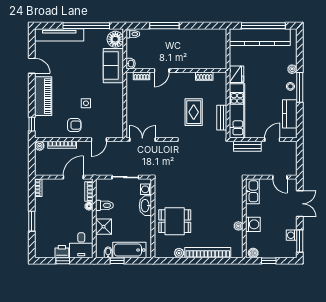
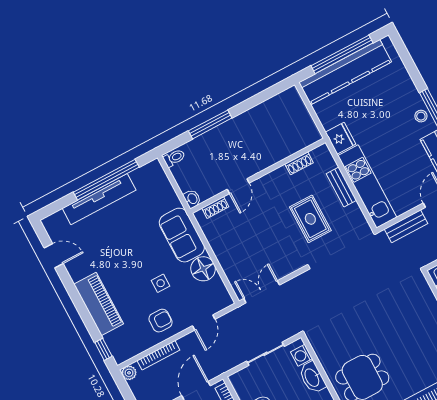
tv unit: (59, 35) -> (99, 199), moved
floor lamp: (115, 39) -> (203, 269), moved
door: (32, 66) -> (54, 256), moved
sofa: (113, 66) -> (182, 235), moved
plant: (292, 69) -> (411, 92), removed
bench: (222, 118) -> (341, 187), moved

